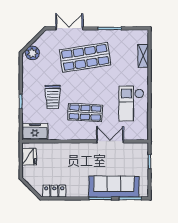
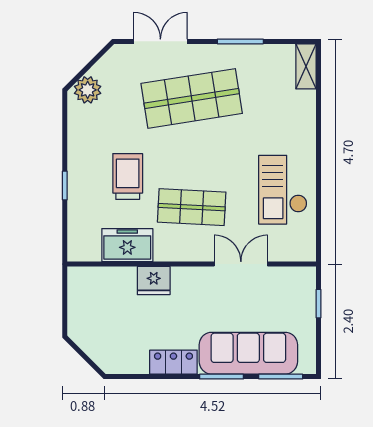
shelving: (143, 56) -> (306, 66), moved
trolley: (53, 97) -> (128, 176), turned 180
freezer: (35, 132) -> (127, 245), moved
fridge: (29, 157) -> (154, 281), moved, turned 90
locker: (54, 191) -> (173, 362), moved

